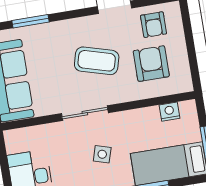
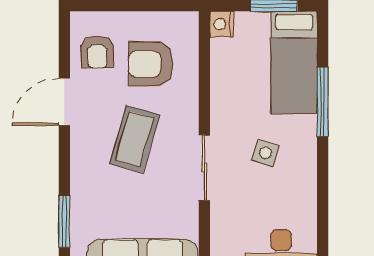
armchair: (154, 25) -> (97, 52), turned 90
nightstand: (169, 112) -> (222, 24), moved

